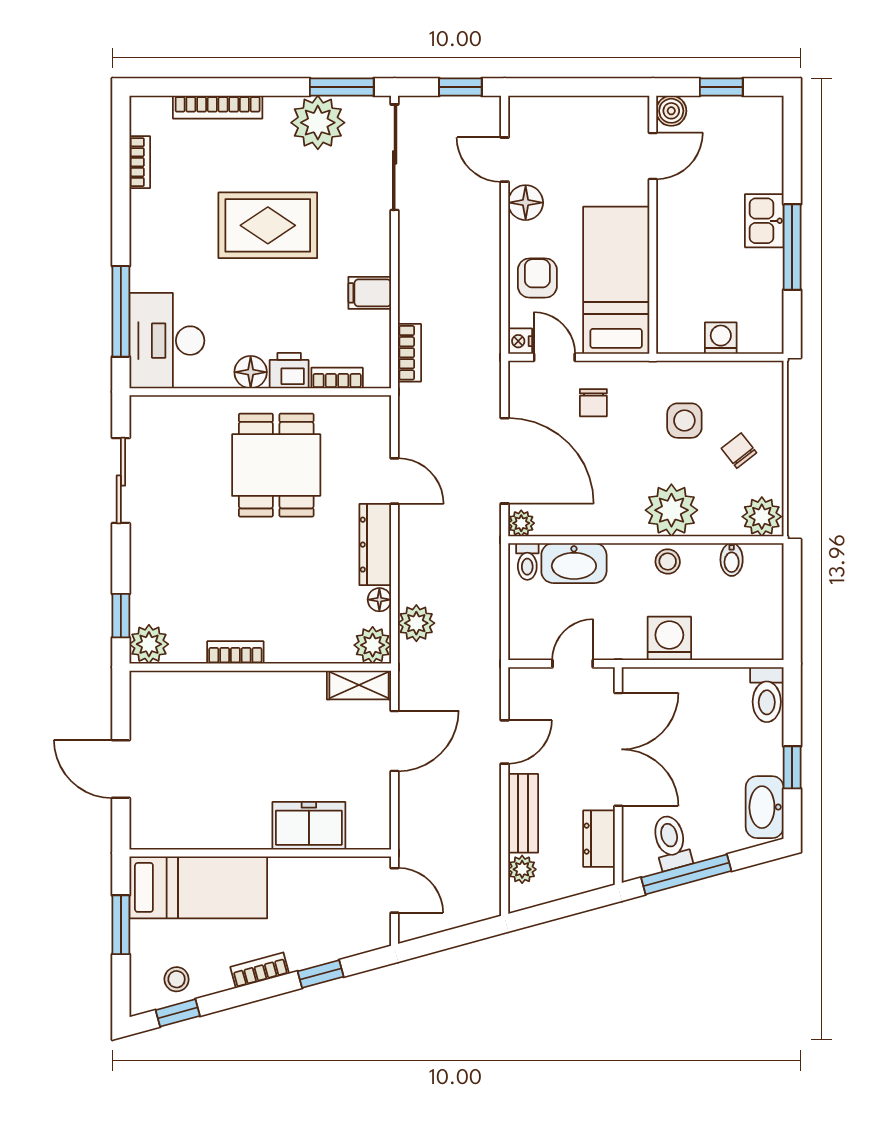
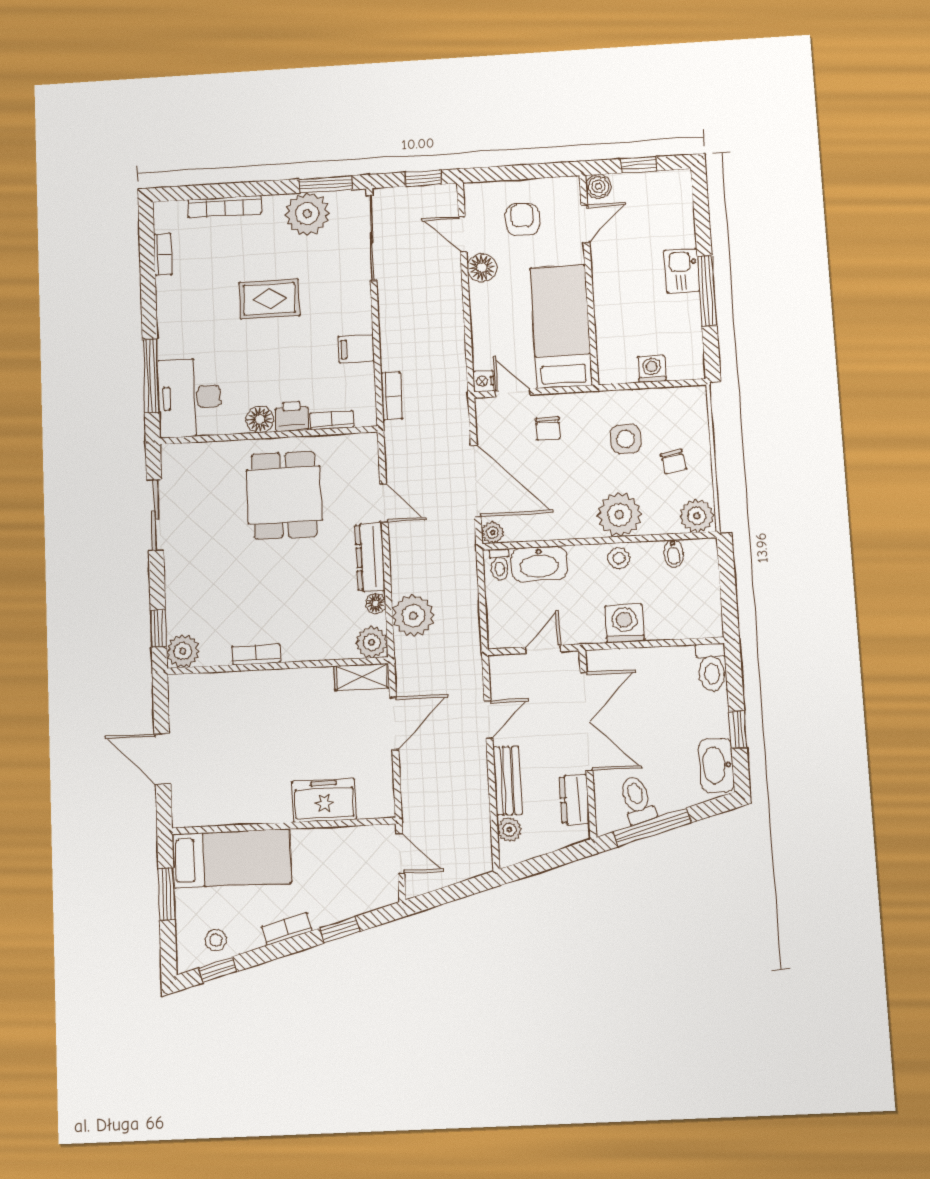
rug: (268, 225) -> (269, 299), width x0.73, depth x0.70
armchair: (537, 278) -> (522, 219), moved
chair: (739, 451) -> (674, 461), turned -152
plant: (416, 623) -> (413, 616), width x1.36, depth x1.36

